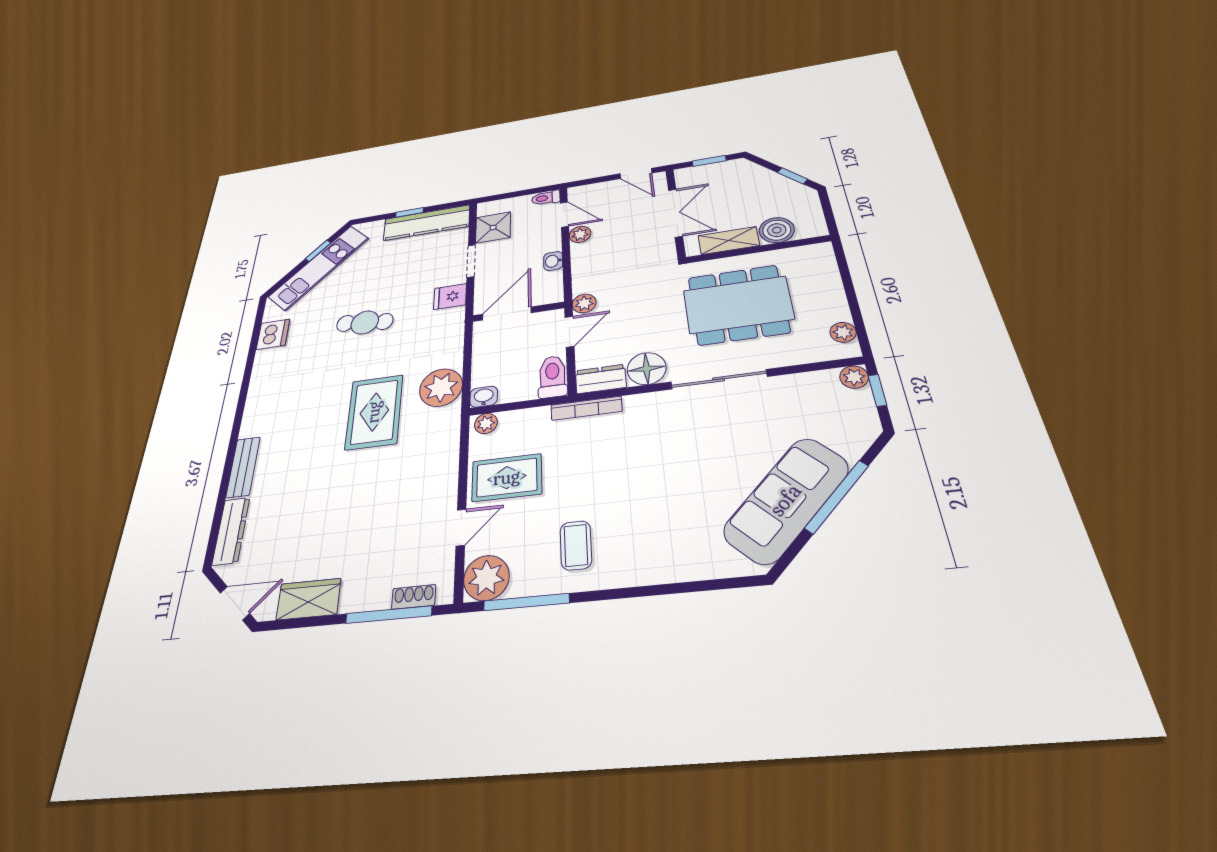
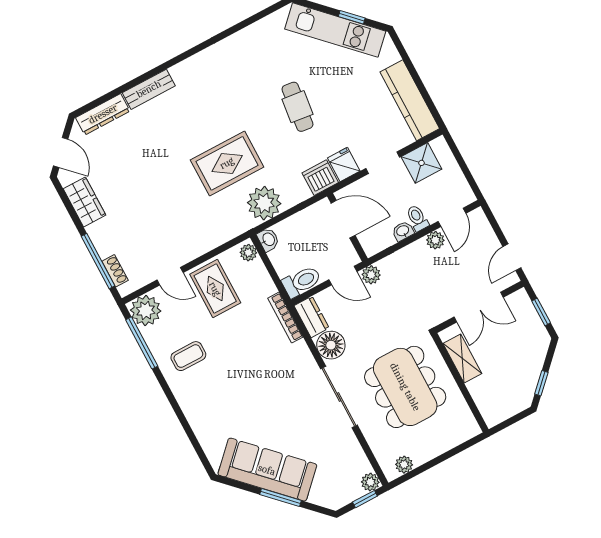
toilet: (546, 198) -> (417, 218), moved
window: (409, 212) -> (416, 78), removed
boiler: (777, 230) -> (483, 390), removed
dishwasher: (273, 334) -> (320, 178), moved, turned 180
window: (837, 497) -> (280, 497), width x0.69

